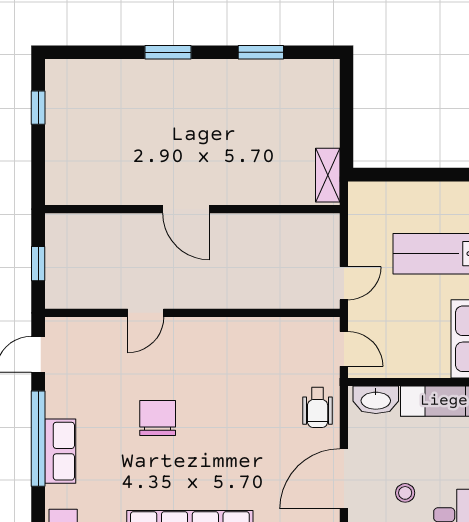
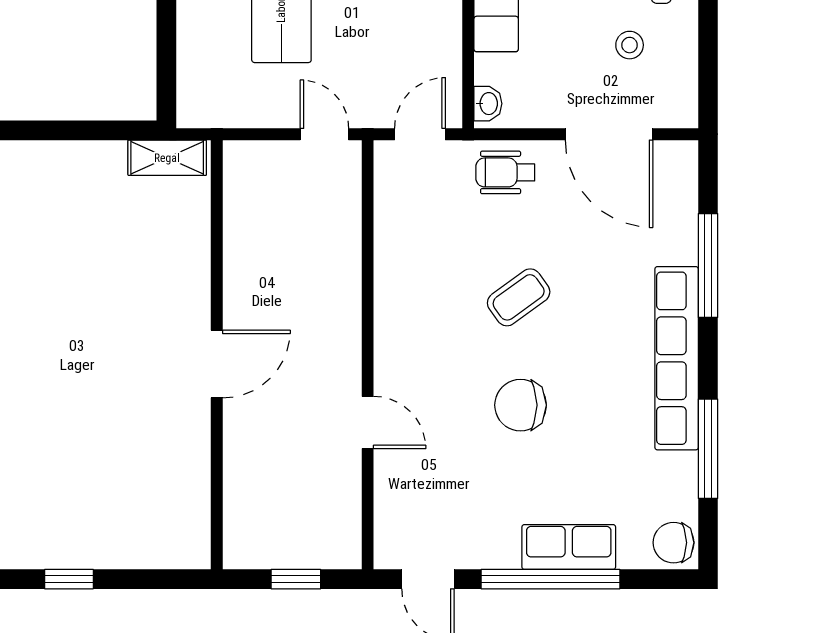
washbasin: (376, 400) -> (488, 104), width x0.52, depth x0.69
wheelchair: (318, 407) -> (505, 172), turned 180
coffee table: (232, 417) -> (519, 297), added

